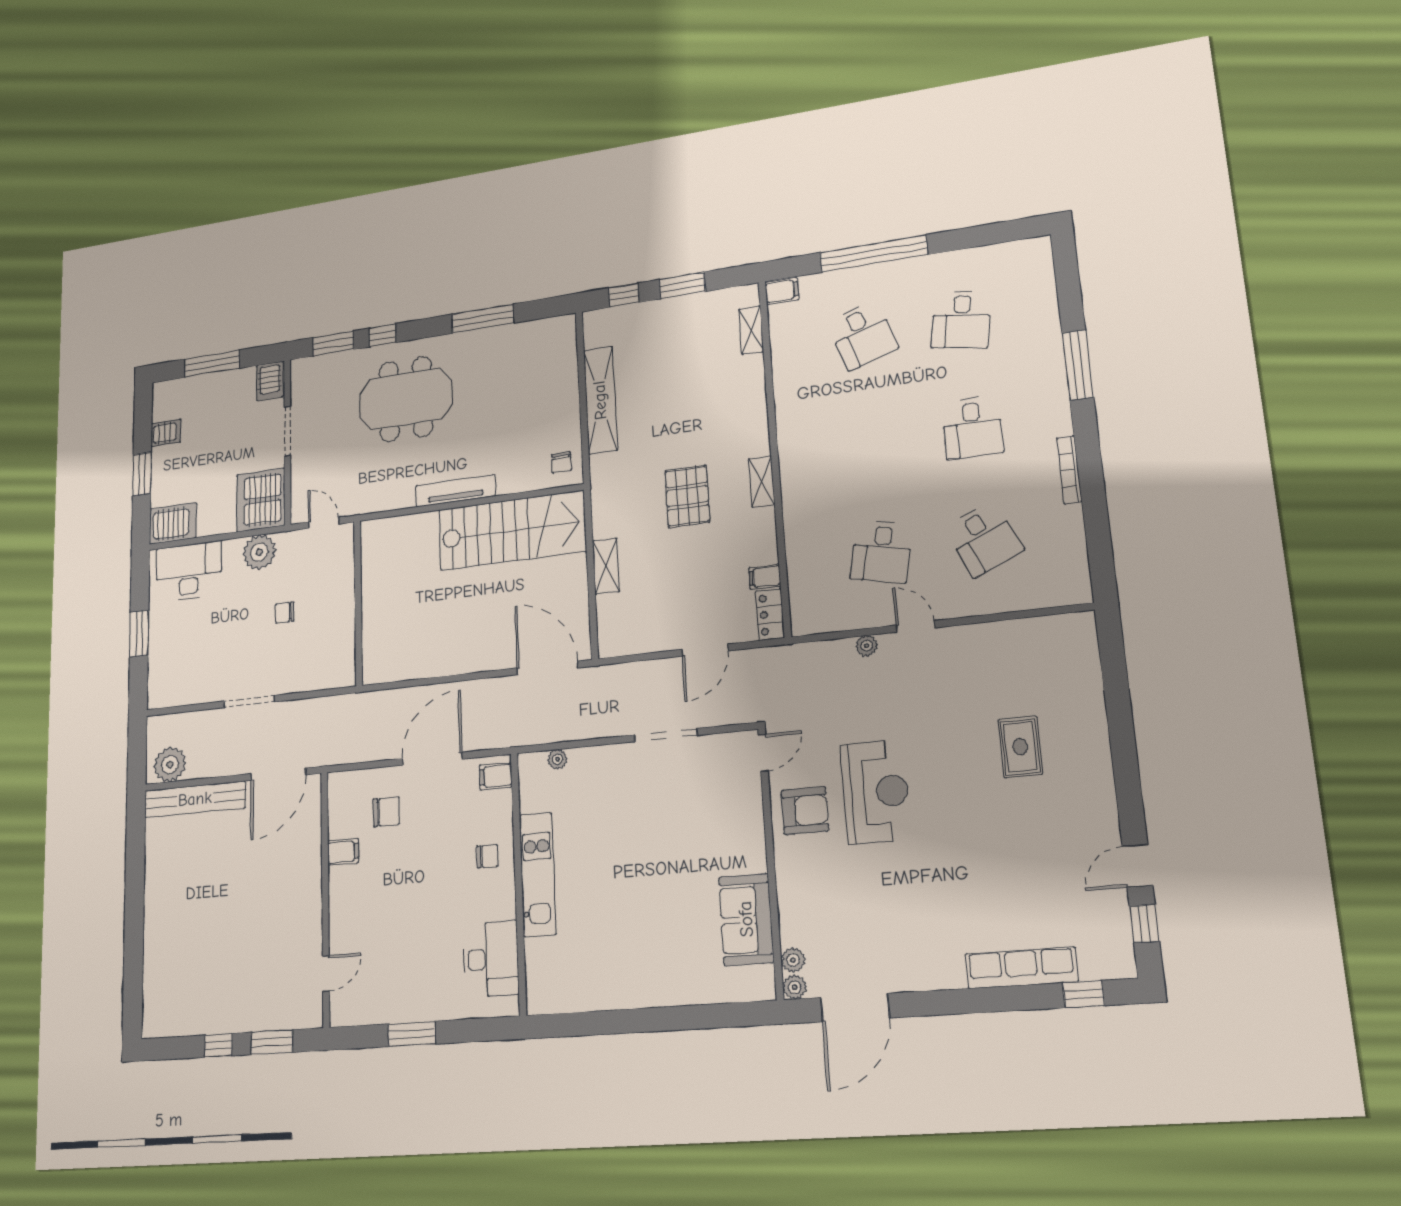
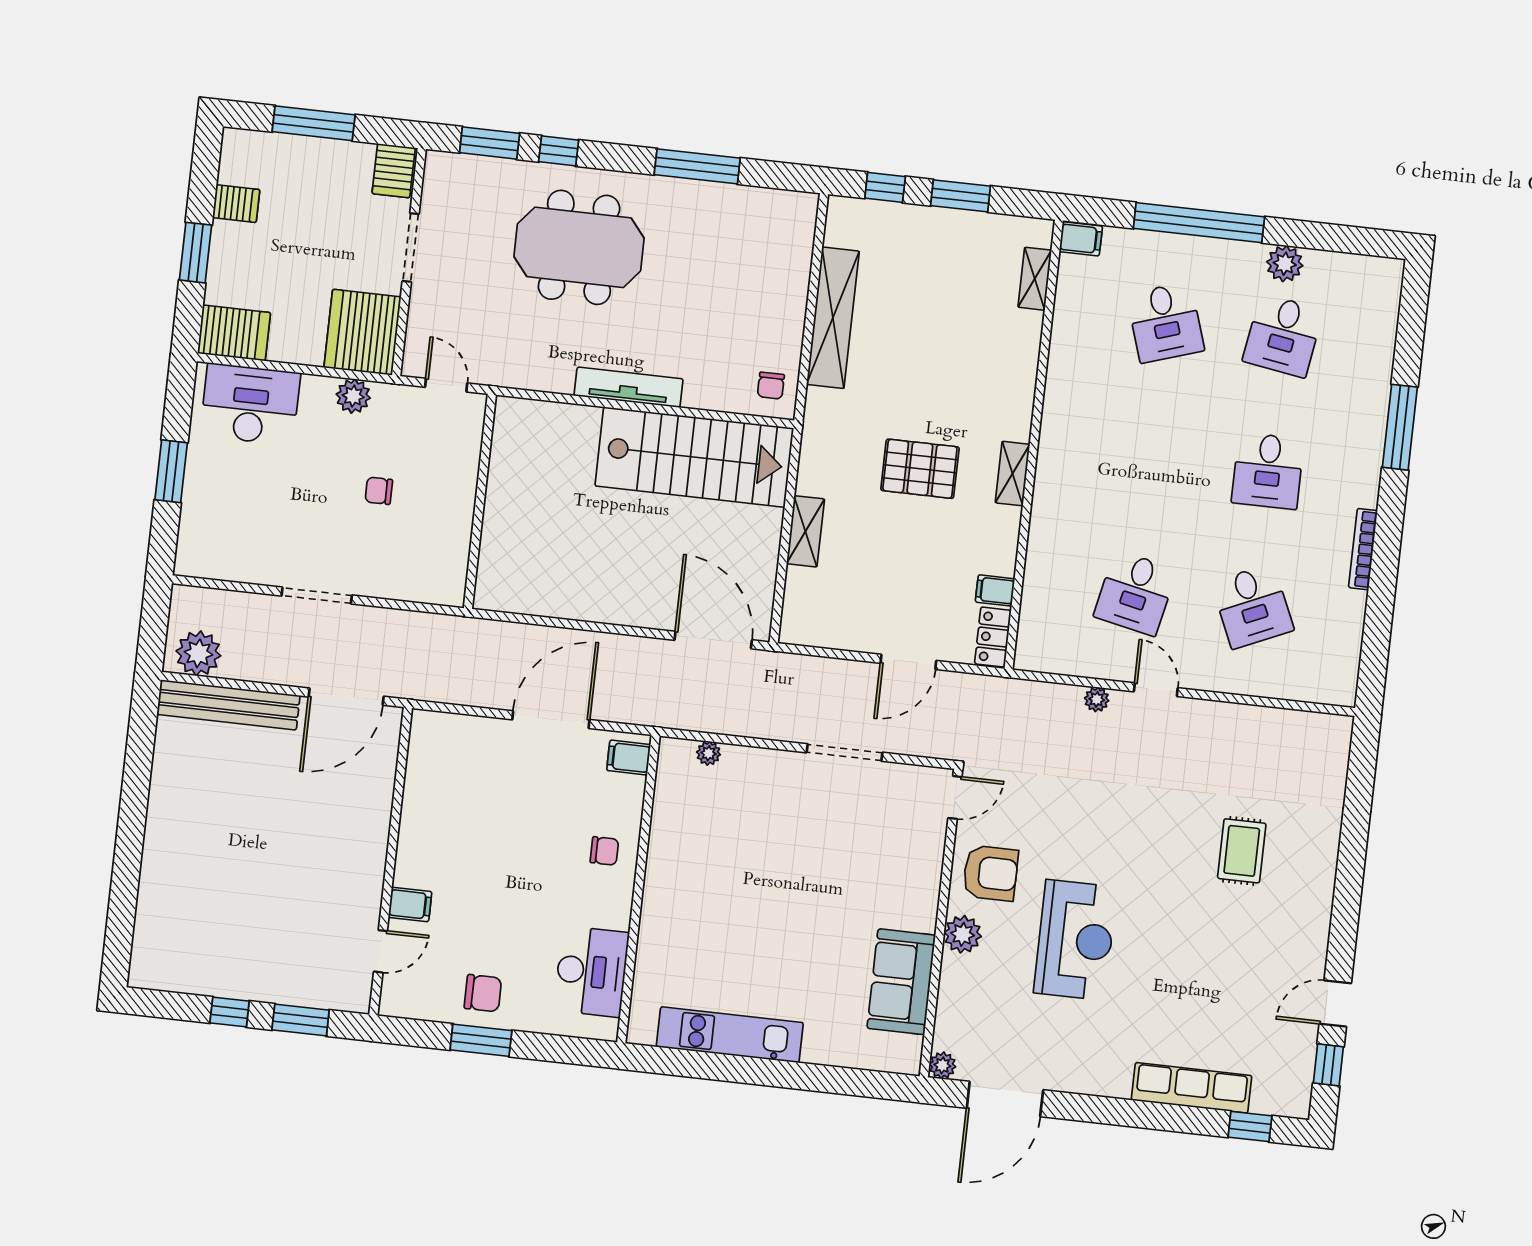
plant: (950, 265) -> (1285, 264), added
pallet: (687, 496) -> (920, 469), turned 90
plant: (259, 552) -> (353, 396), width x0.73, depth x0.73
reception desk: (876, 792) -> (1075, 940), moved
chair: (386, 812) -> (483, 993), moved
filing cabinet: (343, 852) -> (410, 904), moved
kitchen unit: (538, 874) -> (730, 1035), moved, turned -90
plant: (793, 960) -> (963, 934), moved, width x1.38, depth x1.38

